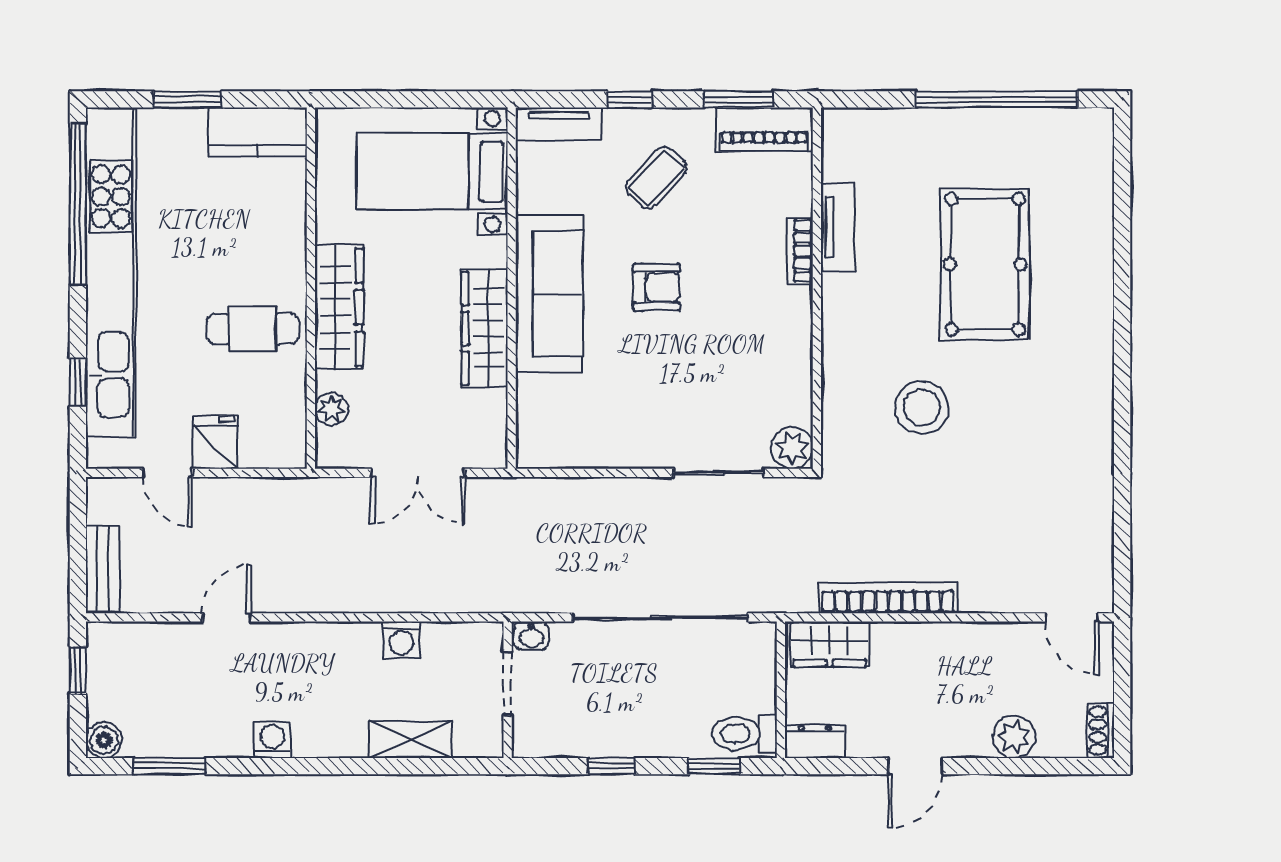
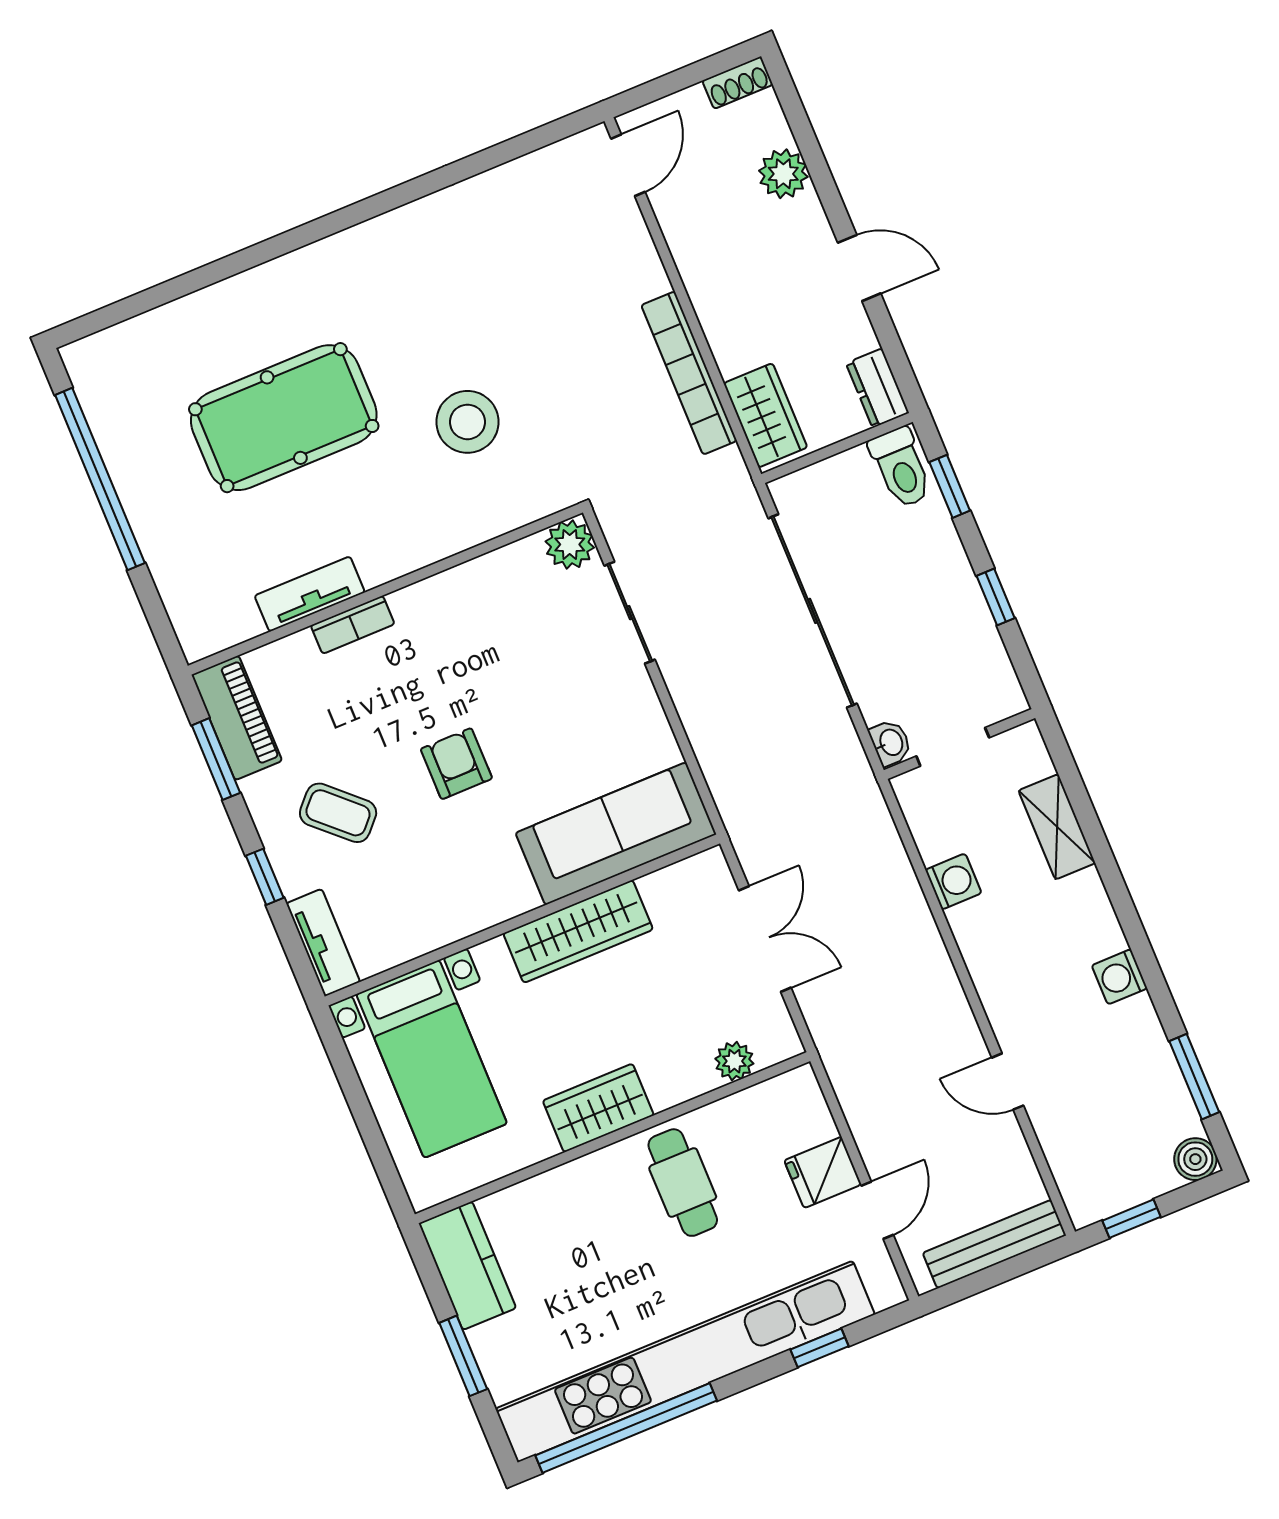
sofa: (549, 294) -> (616, 834), moved
wardrobe: (339, 307) -> (598, 1108), width x0.67
bench: (103, 570) -> (994, 1244), width x1.36

